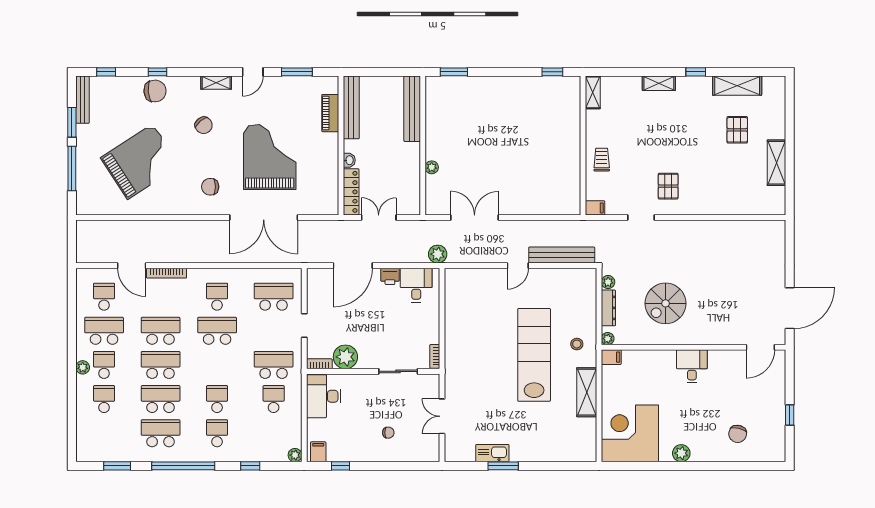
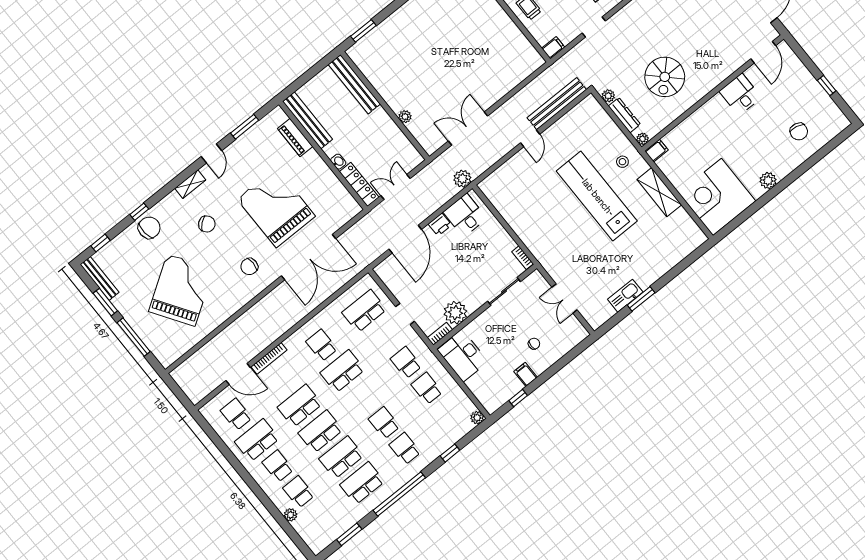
school desk: (274, 365) -> (406, 363), width x0.54
desk: (692, 366) -> (740, 94), moved
plant: (83, 367) -> (291, 515), moved
filing cabinet: (318, 452) -> (526, 374), moved

